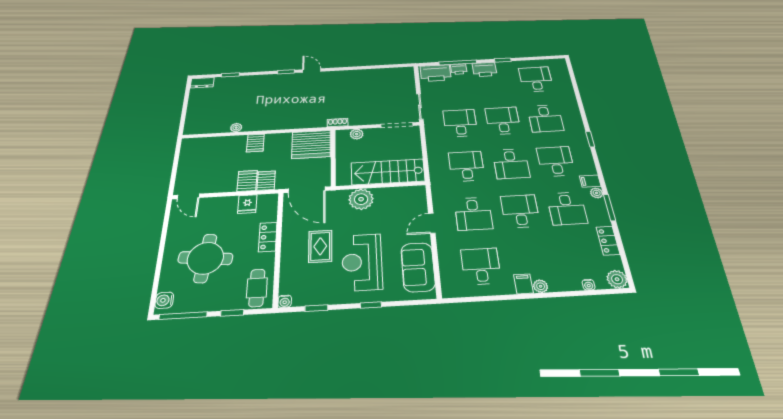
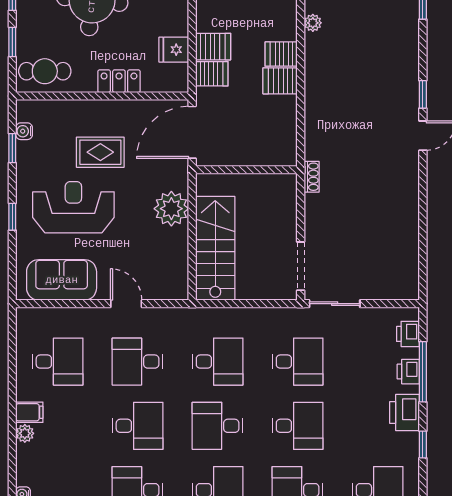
printer: (436, 73) -> (408, 334), width x0.53, depth x0.68
plant: (357, 134) -> (287, 205), removed
server rack: (311, 144) -> (280, 81), moved, width x0.46, depth x0.70
water cooler: (285, 301) -> (24, 131), moved

